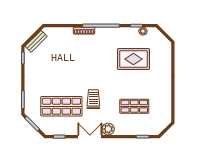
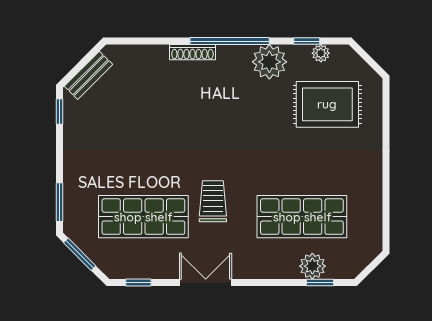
plant: (119, 35) -> (269, 62), added
rug: (133, 59) -> (327, 104), moved
shop shelf: (134, 106) -> (302, 217), width x1.43, depth x1.36
plant: (108, 129) -> (312, 266), moved

